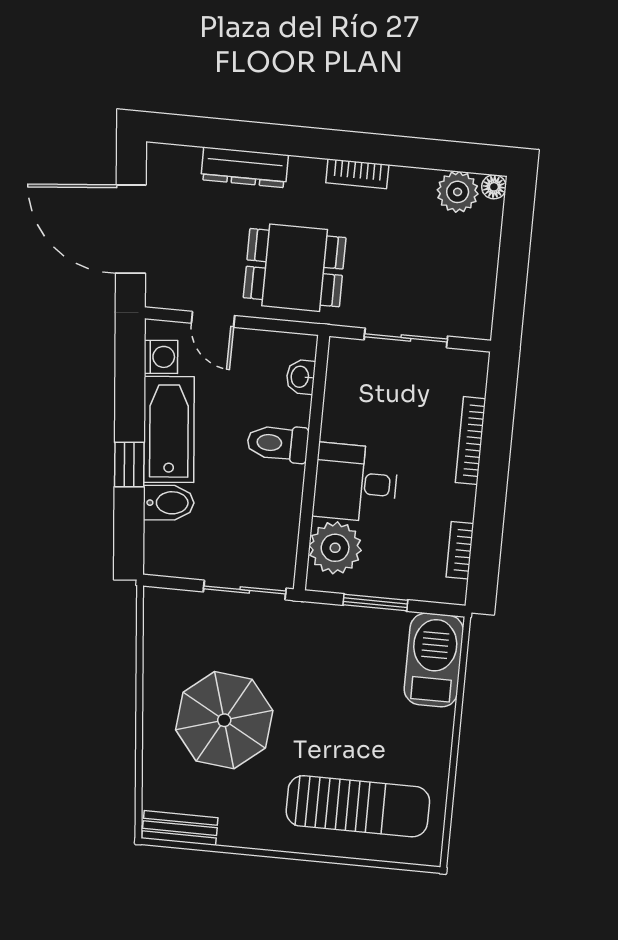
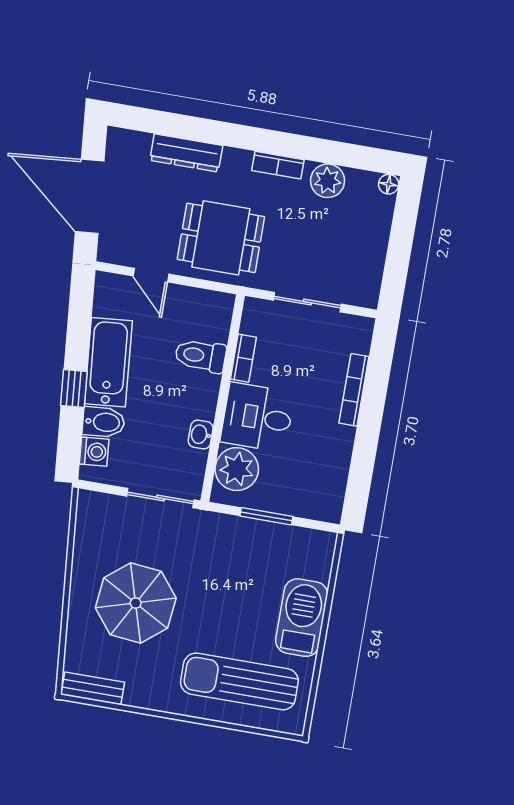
plant: (458, 192) -> (328, 181), moved
washing machine: (161, 357) -> (94, 452), moved
washbasin: (301, 377) -> (201, 435), moved
toilet: (278, 443) -> (201, 356), moved
bookcase: (460, 550) -> (243, 358), moved, turned 180
barbecue: (434, 660) -> (302, 618), moved
sun lounger: (358, 806) -> (239, 681), turned 180

